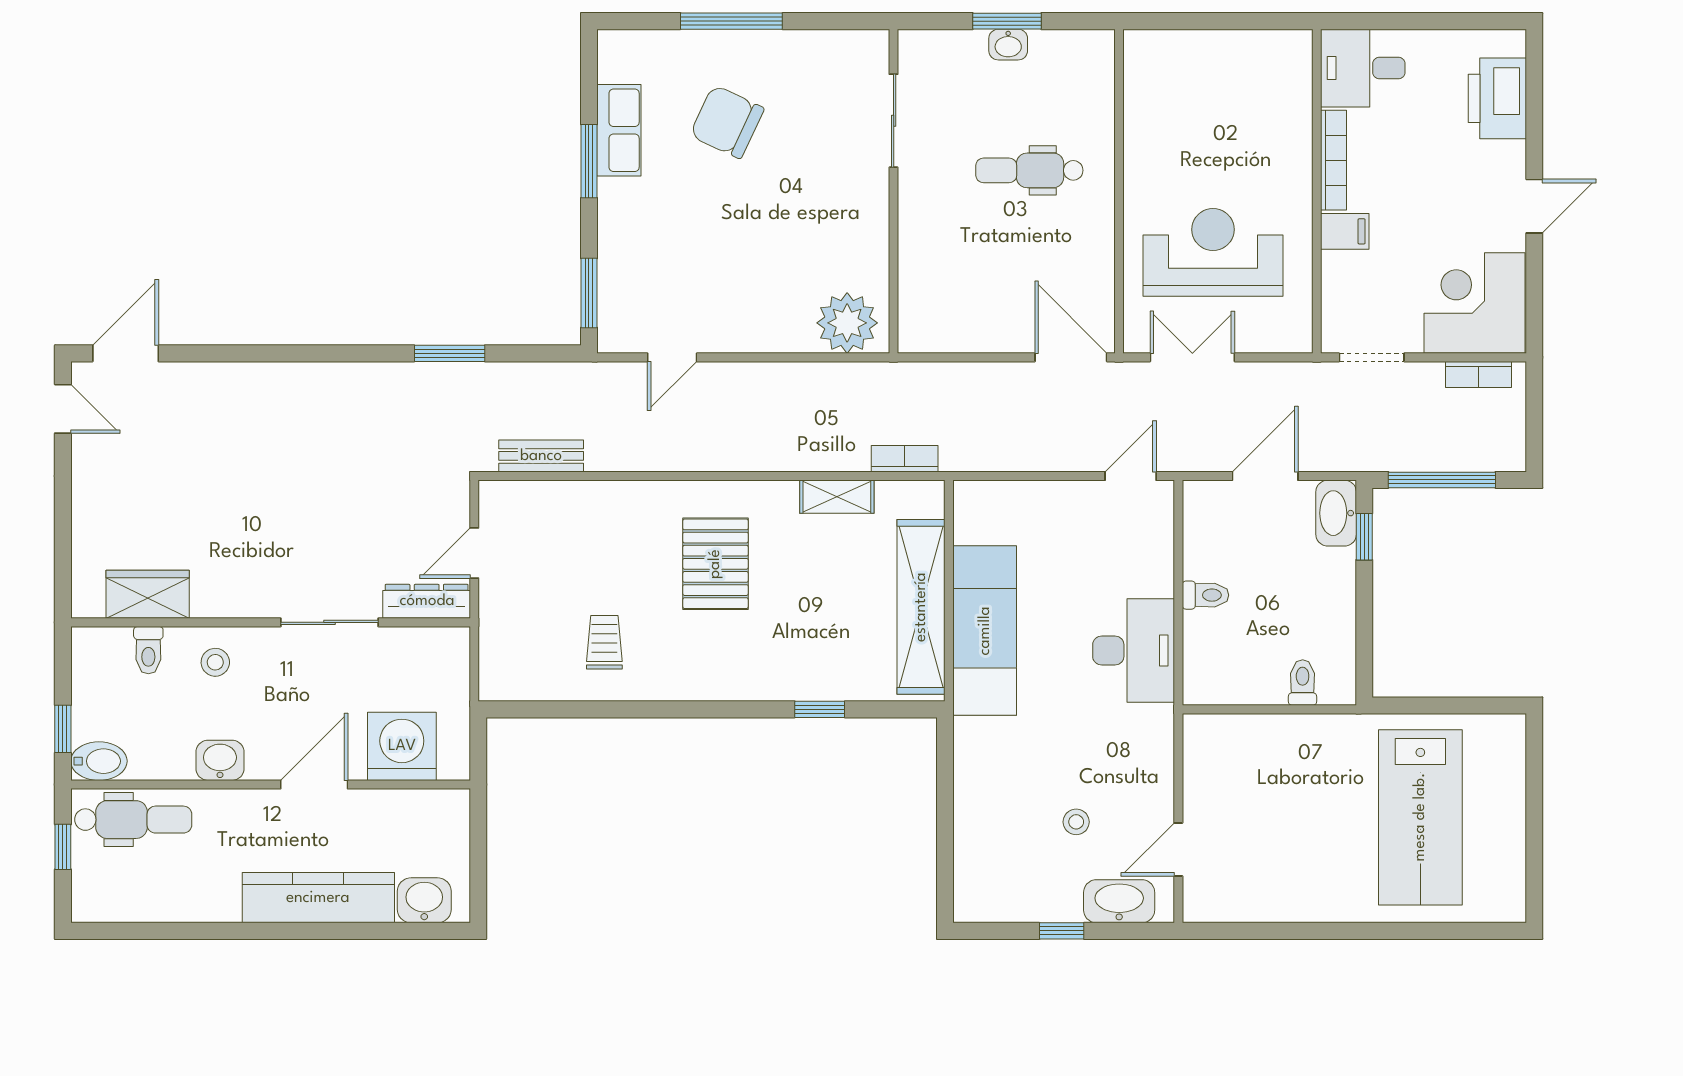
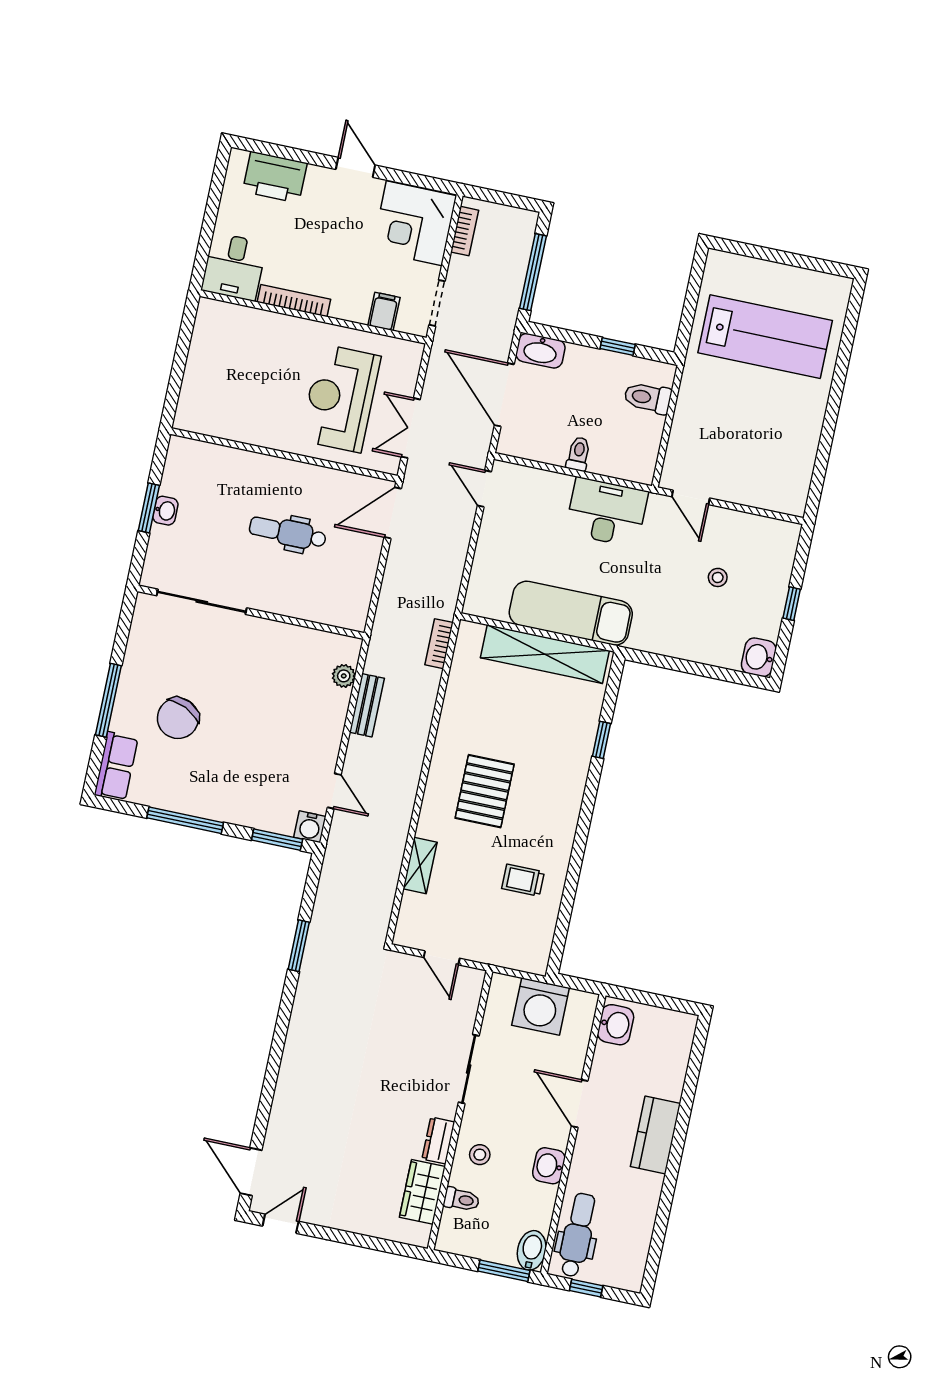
sliding door: (894, 121) -> (202, 602), width x1.37
row of seats: (619, 130) -> (116, 766), moved, turned 90
window: (589, 161) -> (185, 820), width x1.44
dental chair: (1029, 170) -> (288, 533), moved, turned 90
filing cabinet: (1345, 231) -> (384, 311), moved
plant: (847, 323) -> (344, 676), width x0.53, depth x0.53
water cooler: (616, 334) -> (310, 827), added
bench: (541, 456) -> (367, 705), moved
door: (1265, 476) -> (504, 395), width x1.36
shelving: (837, 497) -> (420, 866), moved
window: (1364, 537) -> (618, 346), moved
pallet: (715, 564) -> (485, 791), turned 90
dresser: (427, 601) -> (438, 1140), moved, width x0.70
toilet: (1303, 683) -> (648, 398), width x1.37, depth x1.39
window: (63, 729) -> (504, 1271), width x1.50
washing machine: (402, 746) -> (541, 1007), moved, turned -90
door: (1178, 849) -> (691, 497), moved
kitchen counter: (318, 898) -> (655, 1135), width x0.67
washbasin: (424, 900) -> (616, 1025), moved, turned 180
washbasin: (1119, 901) -> (759, 657), moved, width x0.72

